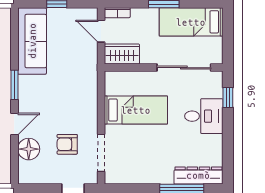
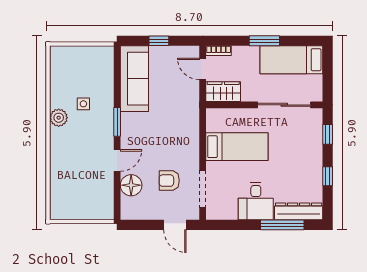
desk: (204, 116) -> (256, 201), moved, turned 90
window: (228, 140) -> (328, 176), added

